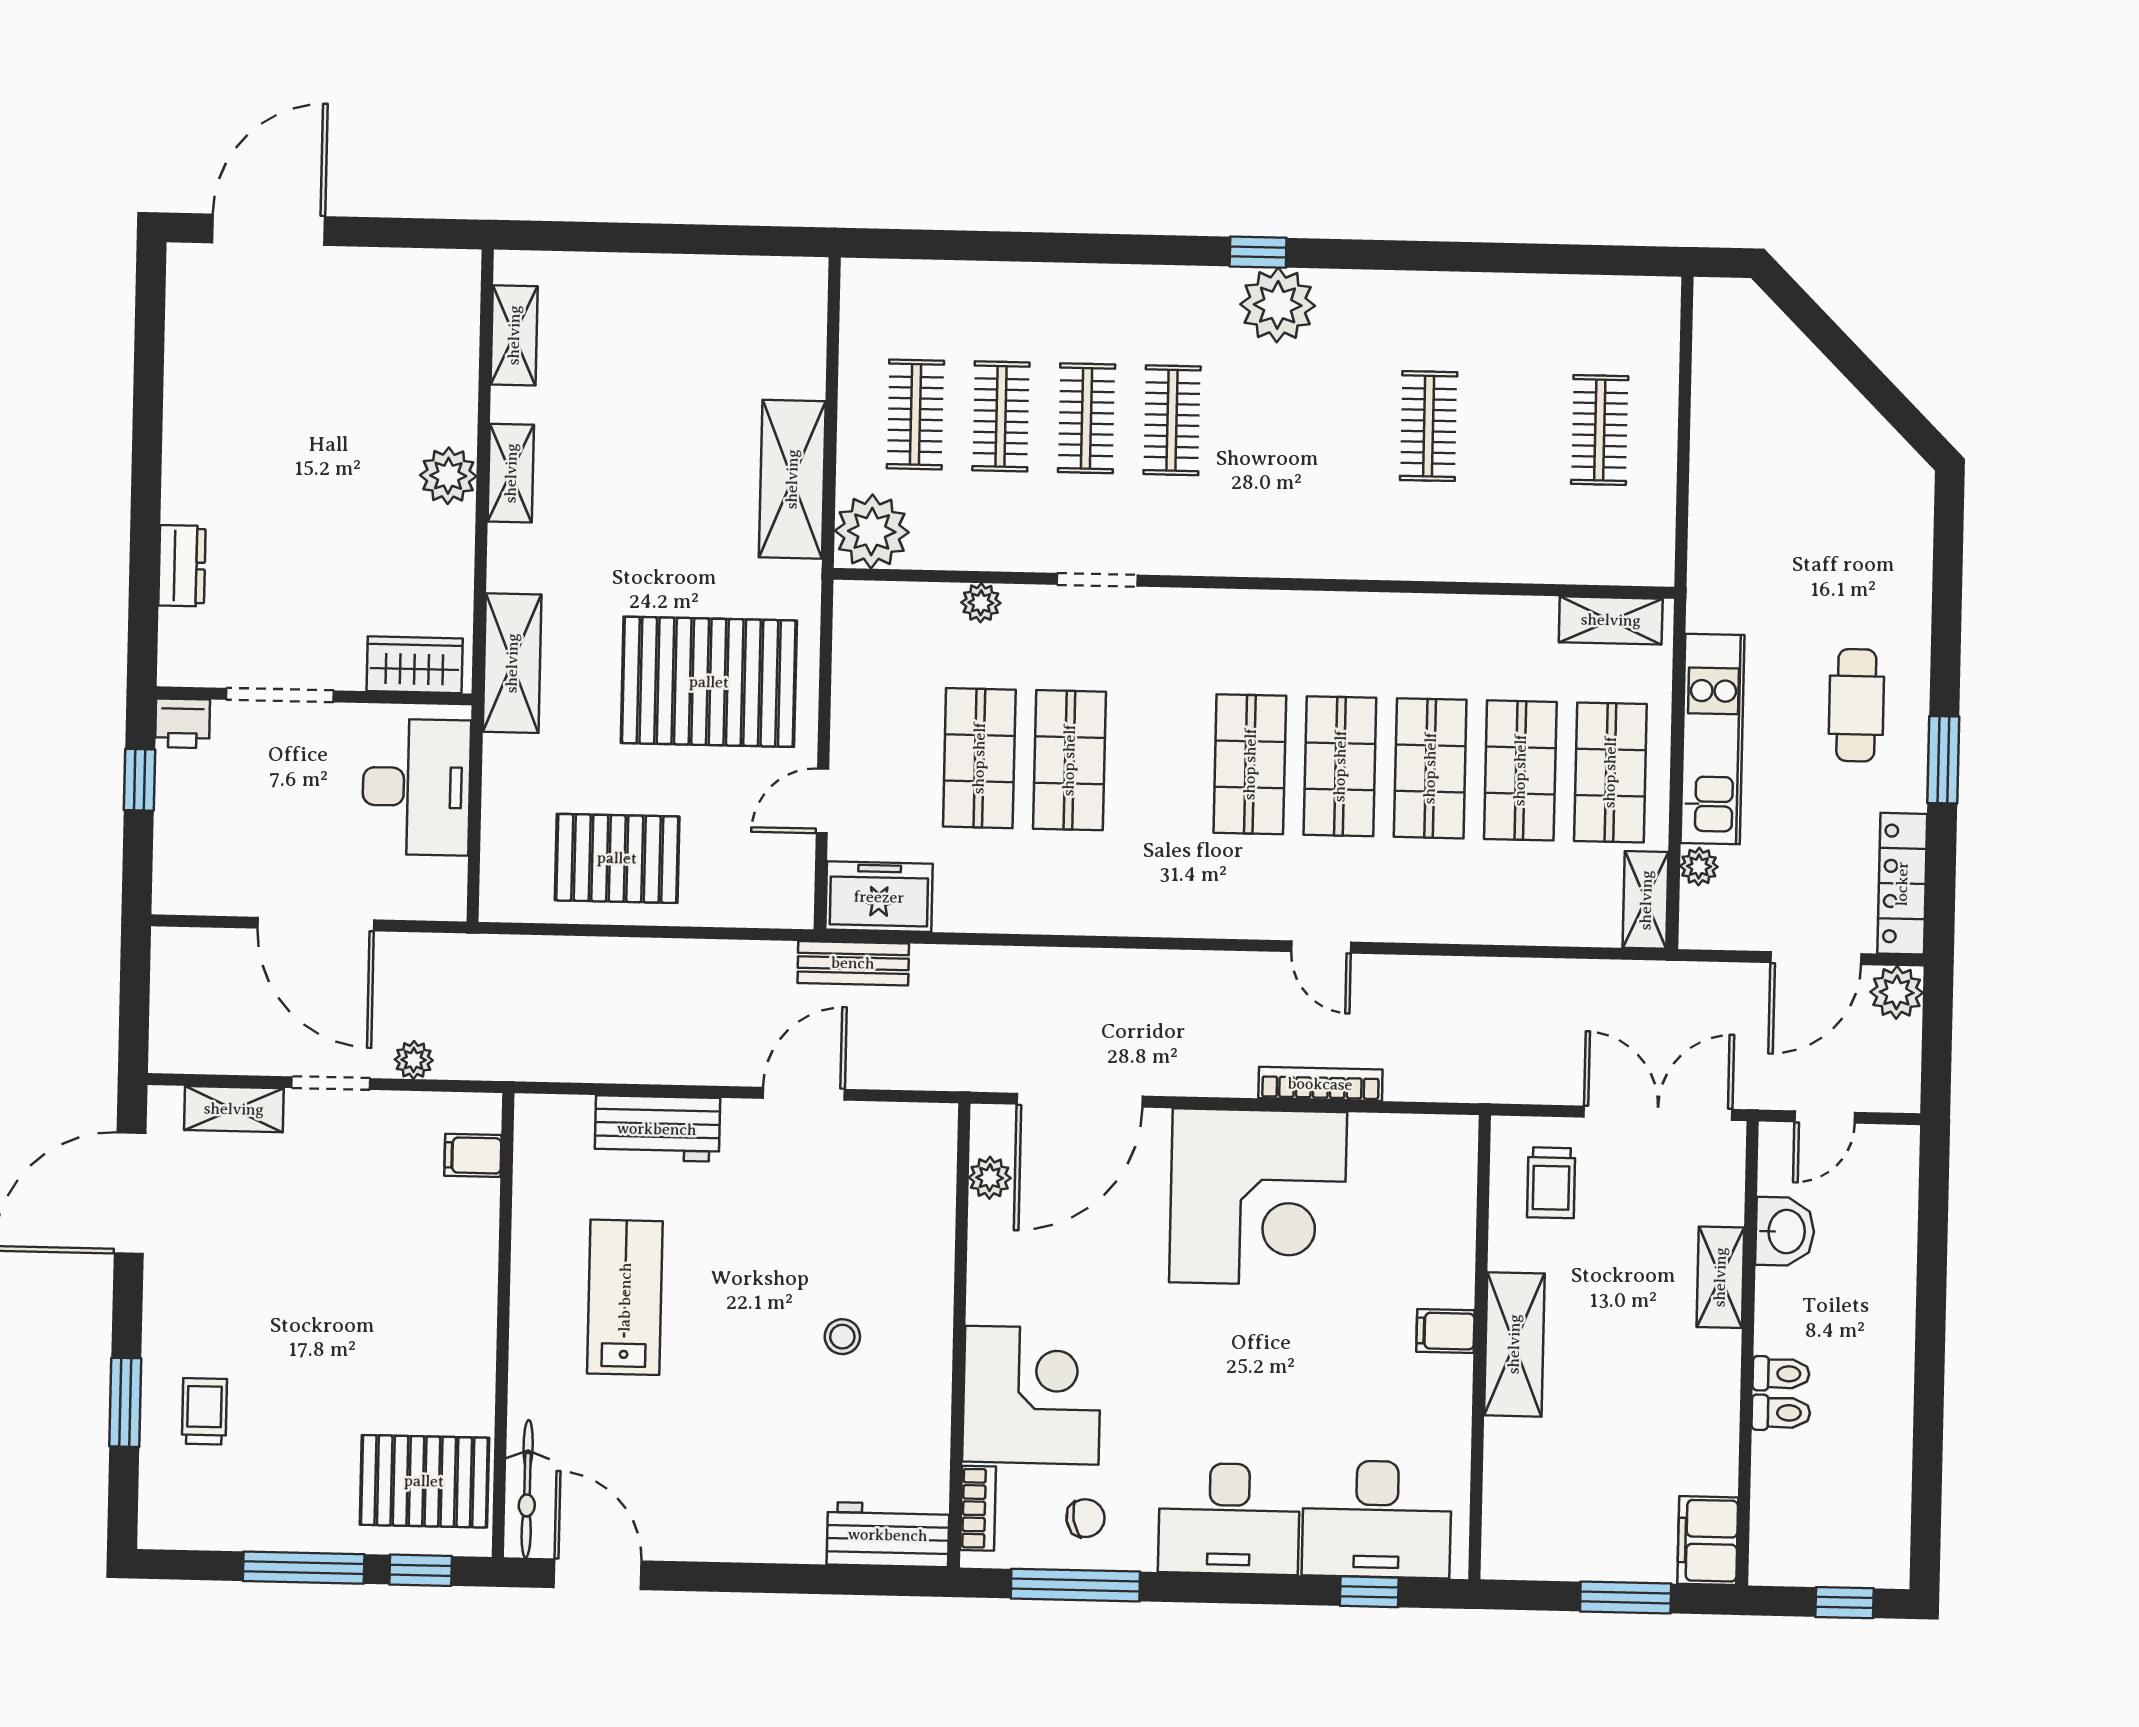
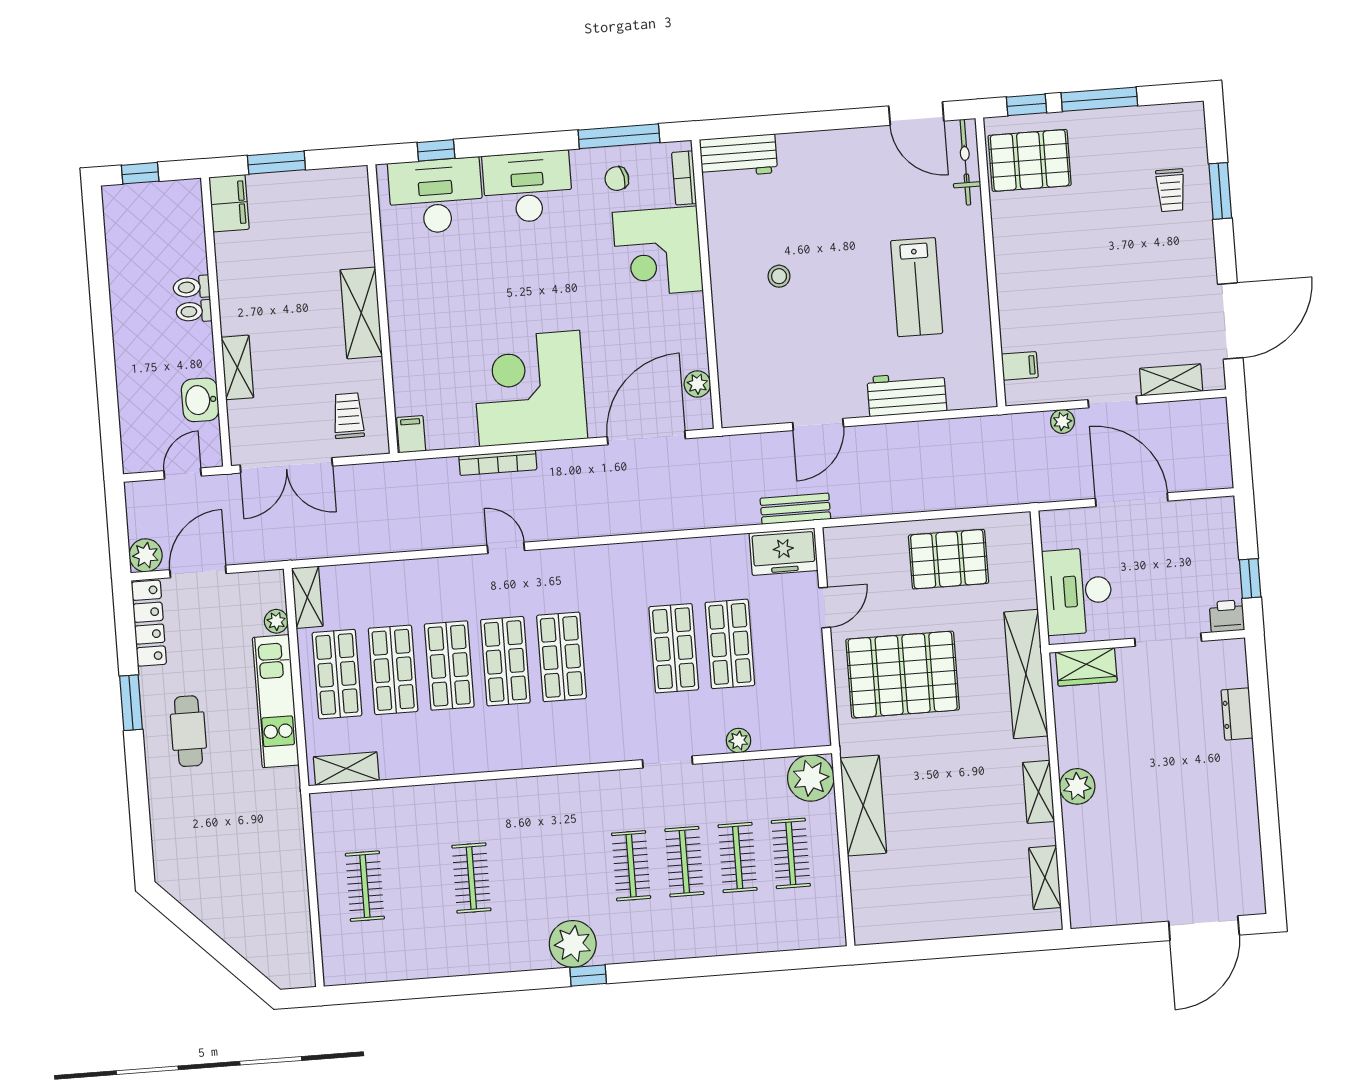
shelving: (512, 663) -> (1026, 674), width x1.47
filing cabinet: (1445, 1331) -> (411, 434), moved, turned -90

